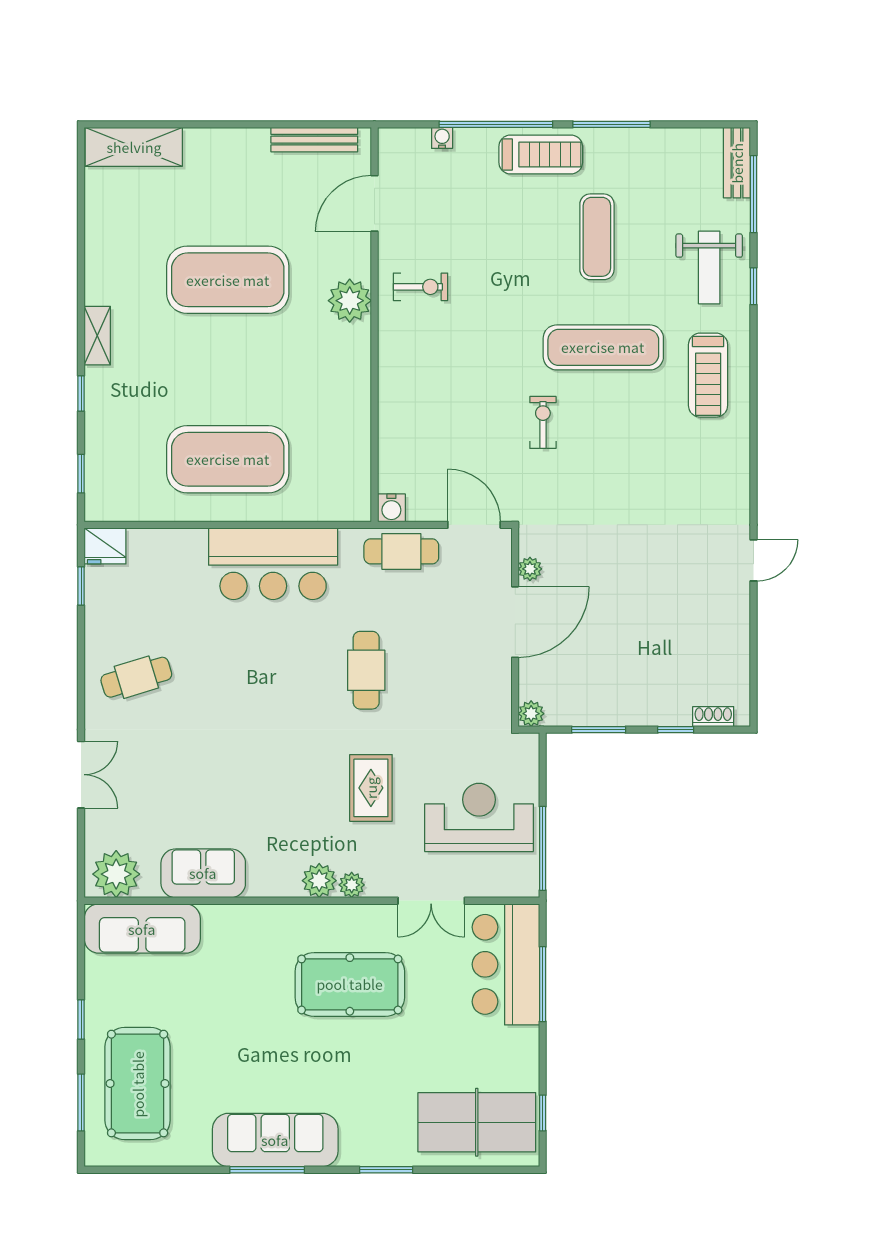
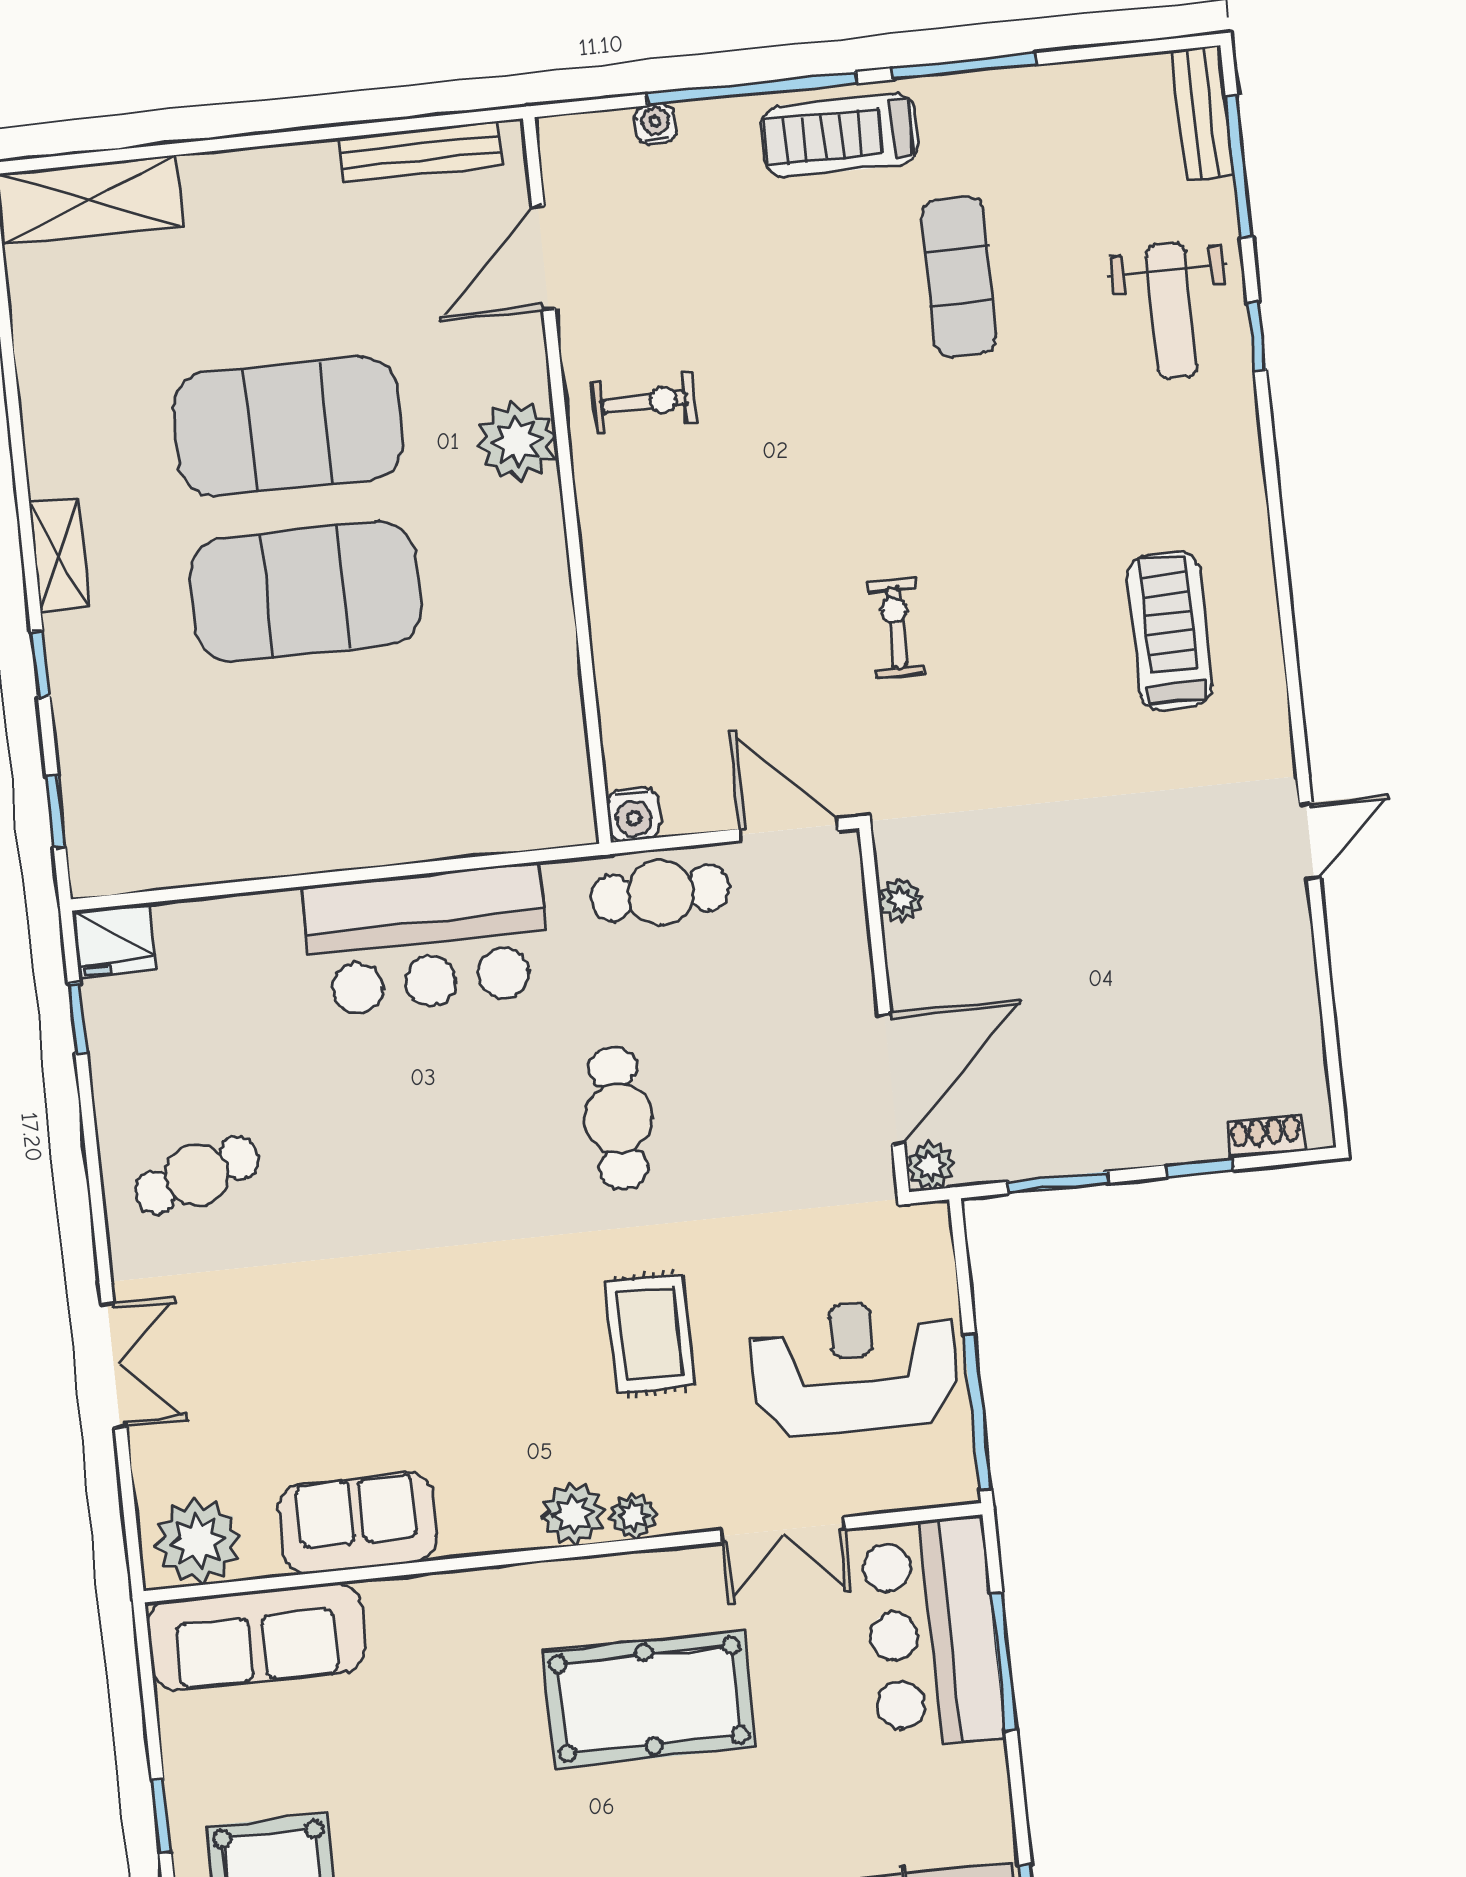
treadmill: (541, 154) -> (840, 135), turned 180
exercise mat: (603, 347) -> (992, 478), removed
treadmill: (708, 375) -> (1170, 631), moved, turned 180
exercise mat: (228, 459) -> (306, 591), moved
door: (515, 622) -> (891, 1079), moved

